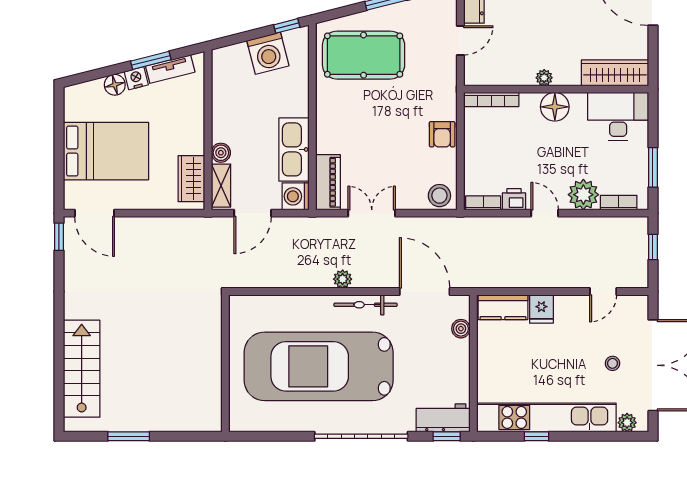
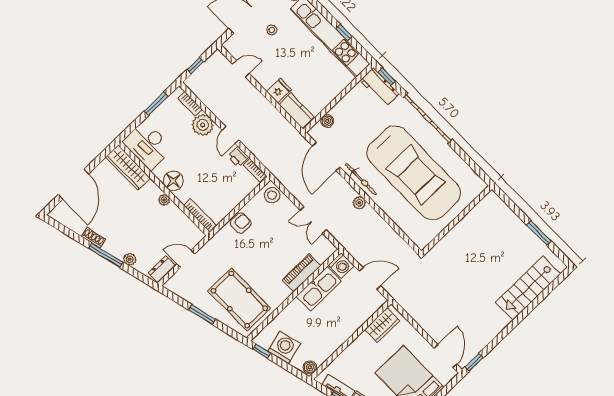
boiler: (221, 153) -> (310, 367), moved
piano: (328, 182) -> (301, 273), moved
shelving: (221, 186) -> (371, 307), removed

